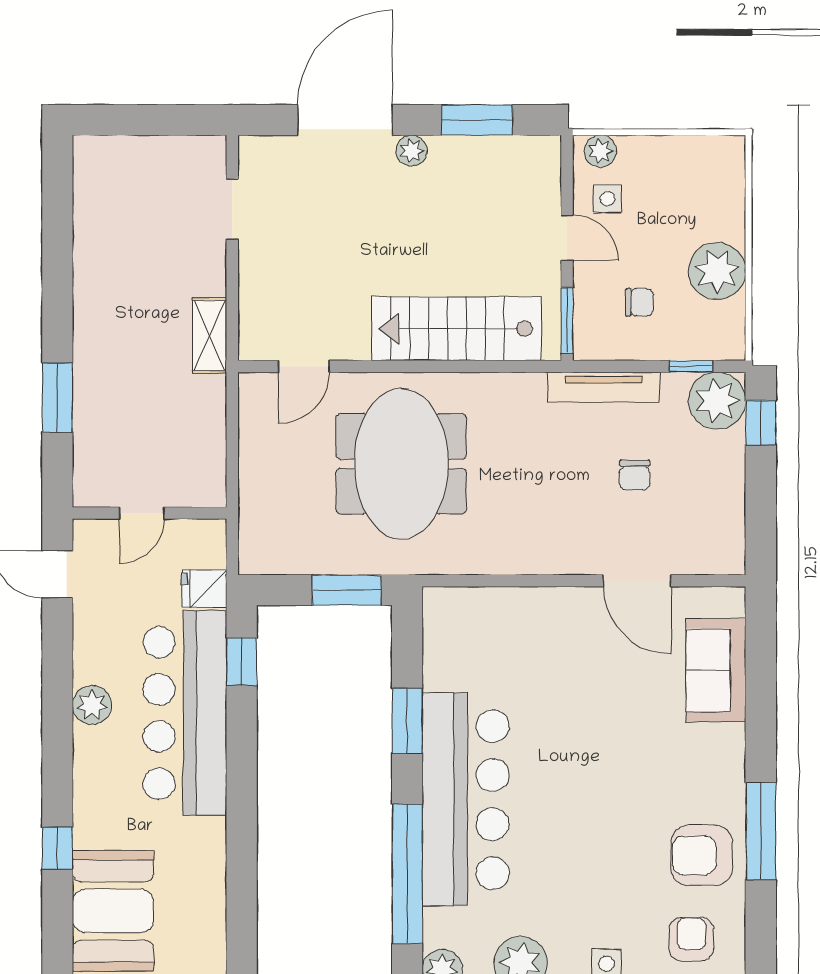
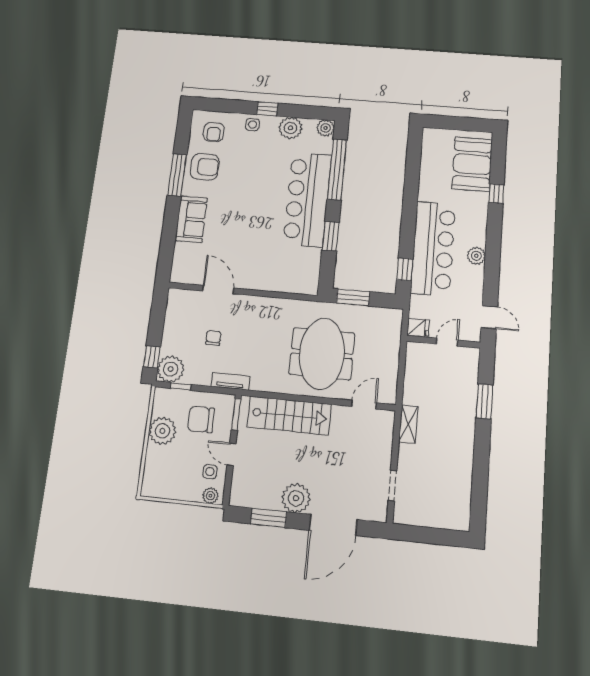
plant: (412, 151) -> (296, 498), width x1.87, depth x1.87
chair: (639, 302) -> (201, 419), width x1.87, depth x1.87
tv unit: (604, 387) -> (230, 381), width x0.71
fridge: (204, 589) -> (418, 328), moved
sofa: (716, 670) -> (191, 219), moved

